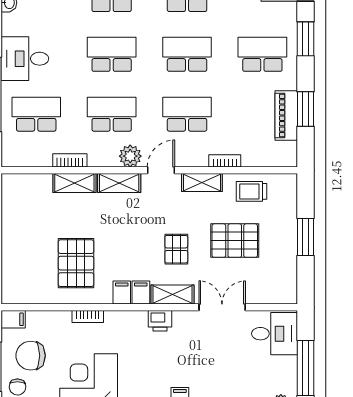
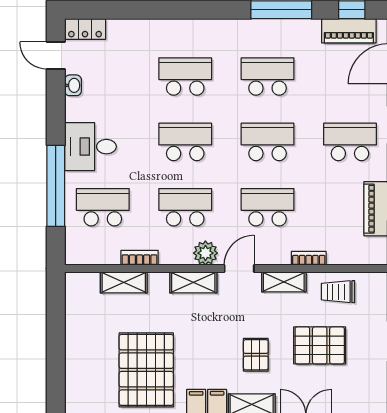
shelving: (74, 183) -> (124, 282), moved
pallet: (76, 263) -> (146, 370), width x1.37, depth x1.41

